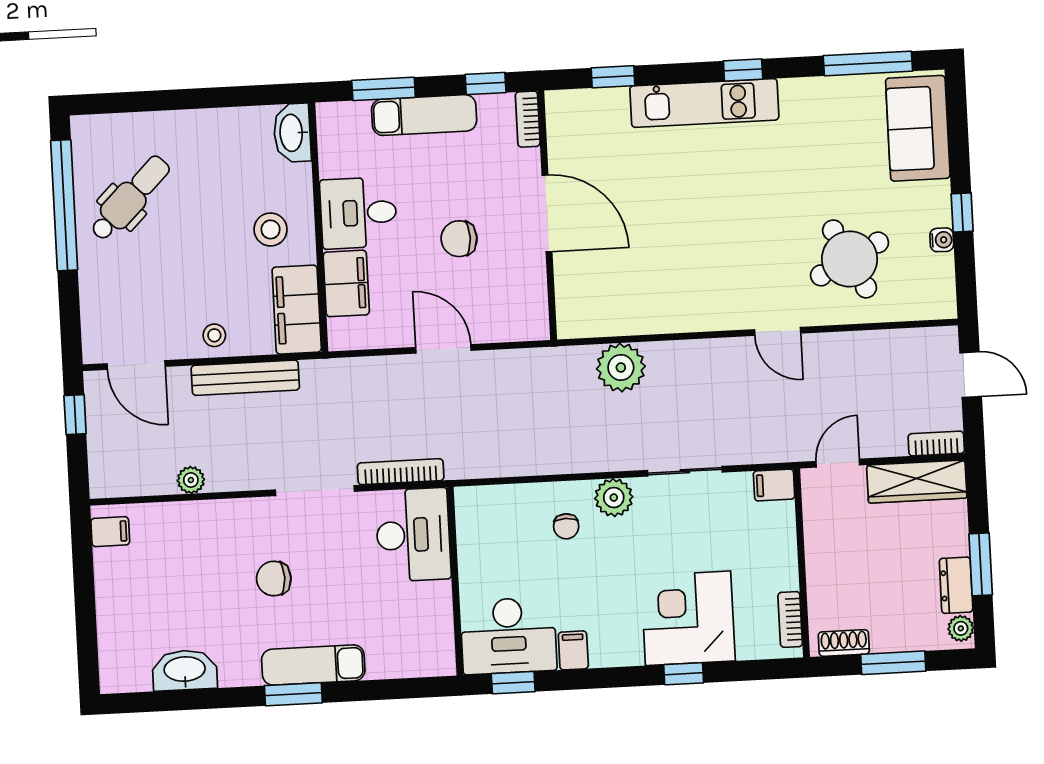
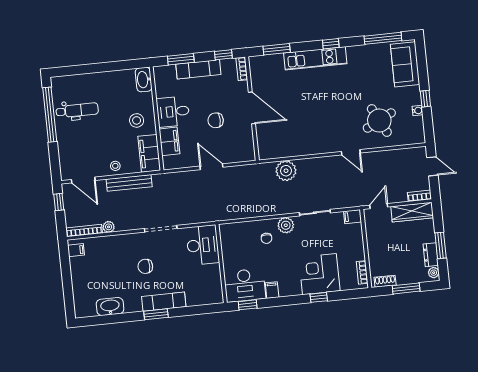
window: (613, 77) -> (277, 49), width x1.50
dental chair: (130, 198) -> (77, 110), turned 45
bookcase: (401, 472) -> (84, 231), moved

